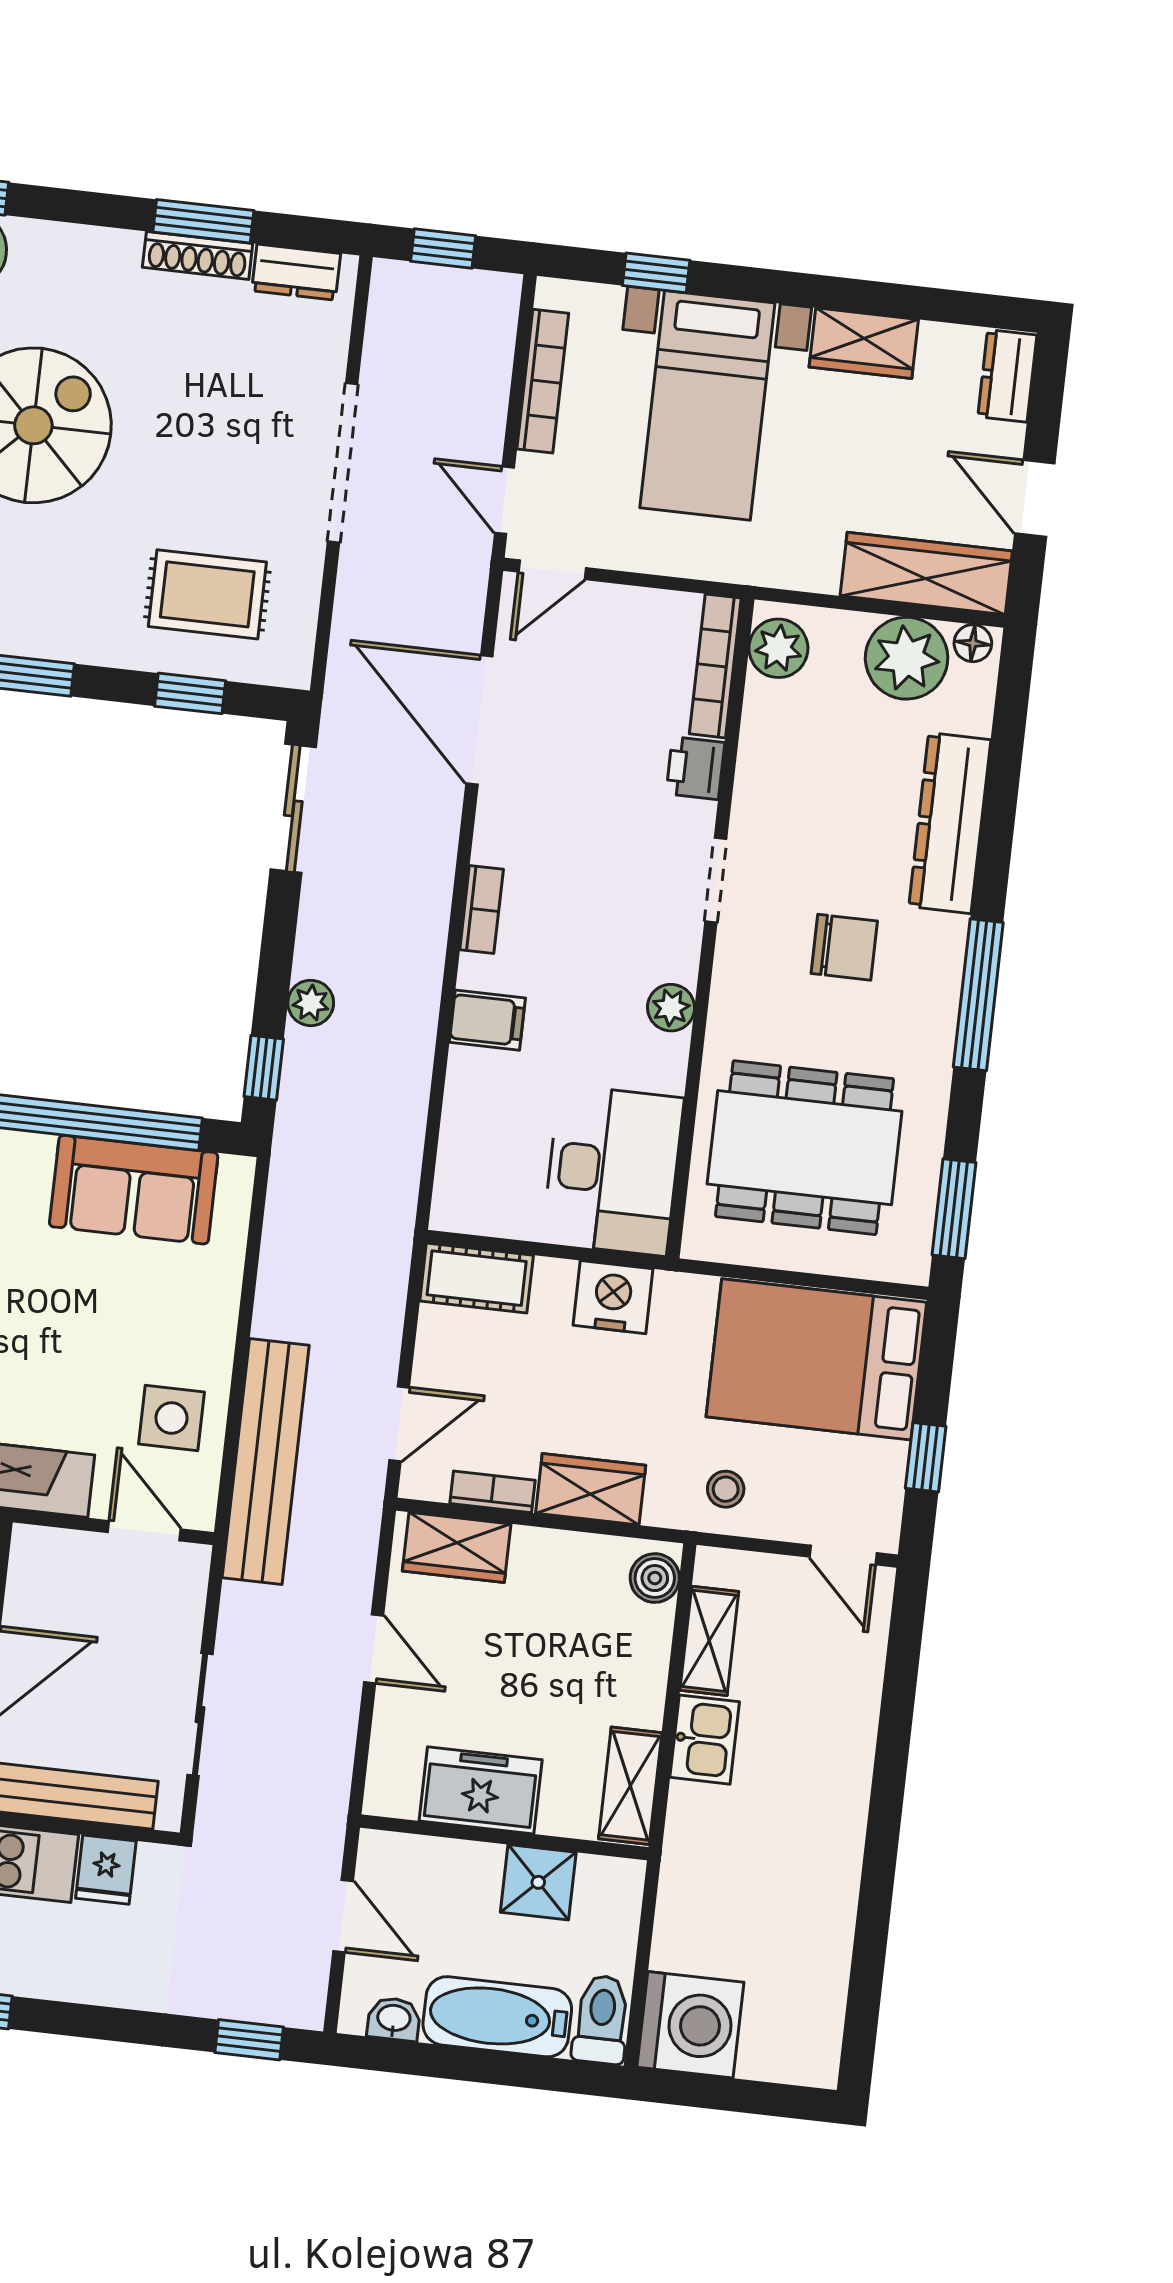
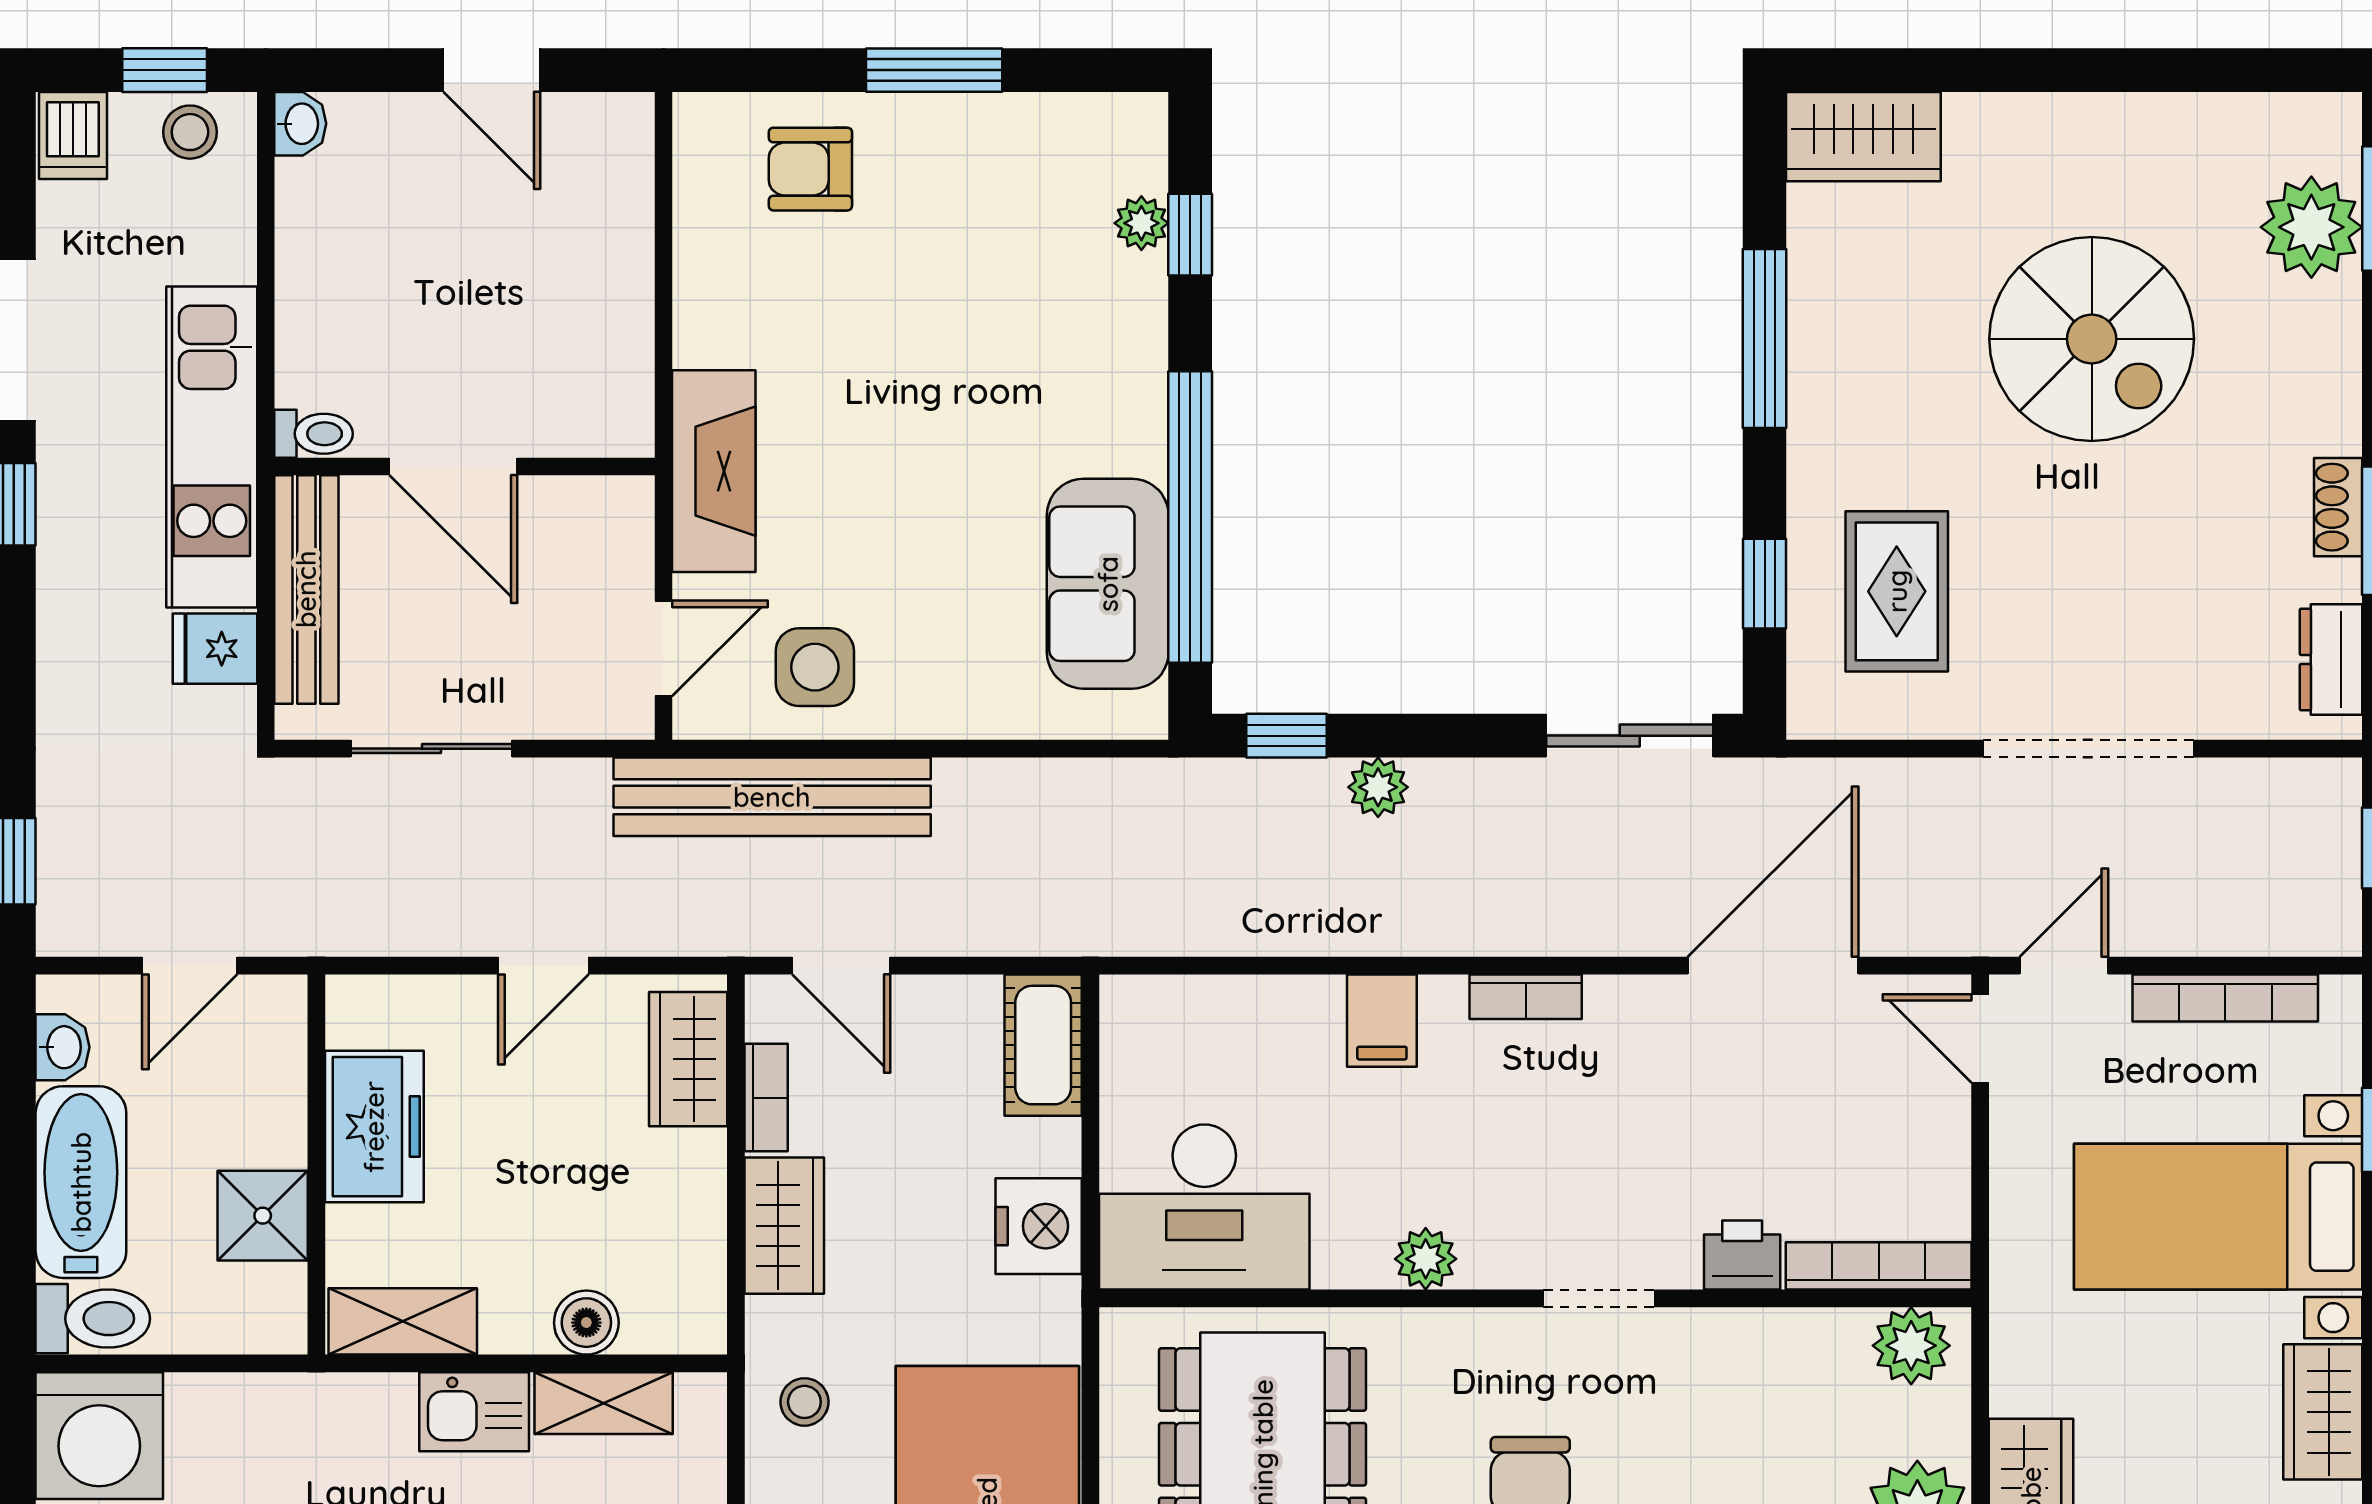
shoe rack: (198, 255) -> (2338, 507), width x0.70
boiler: (655, 1578) -> (586, 1323), moved

